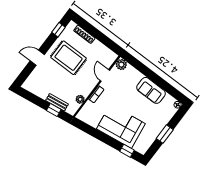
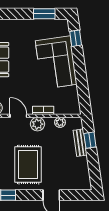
door: (105, 76) -> (18, 116), swing flipped
plant: (90, 84) -> (37, 124), added
window: (165, 134) -> (44, 14), moved

